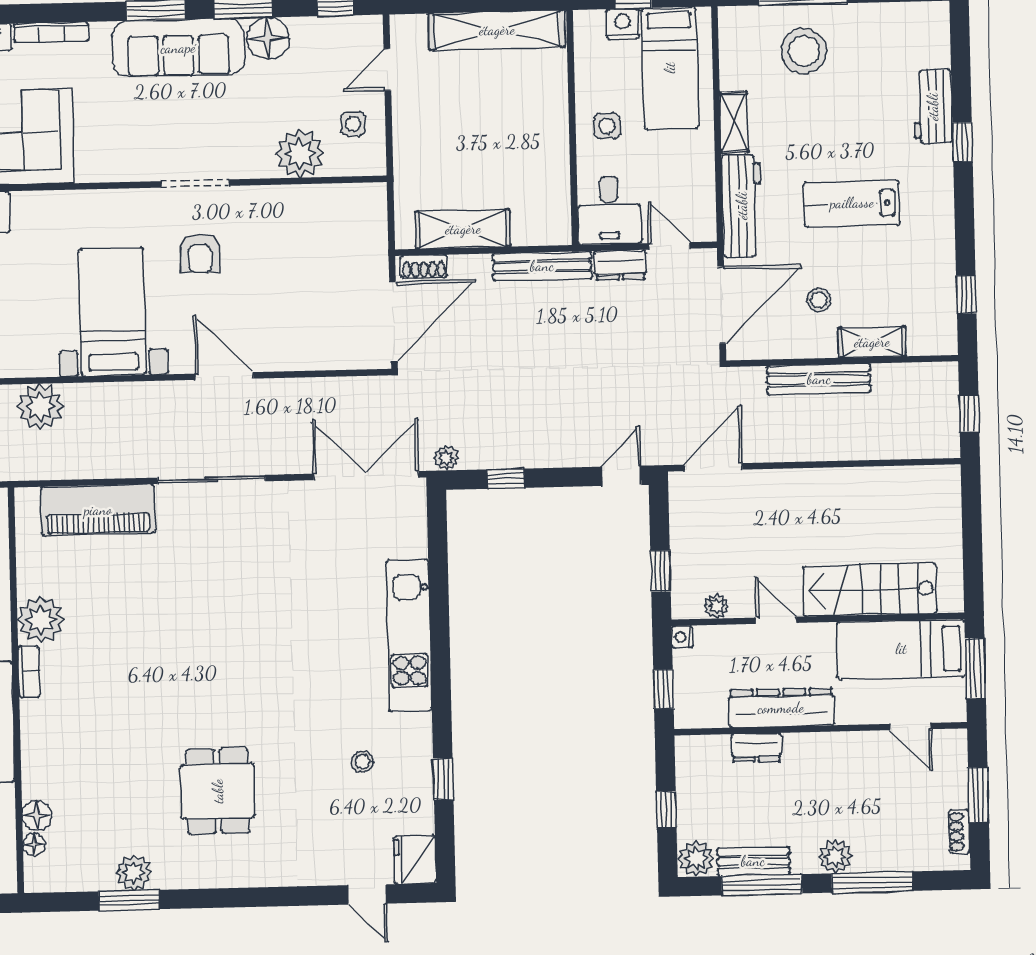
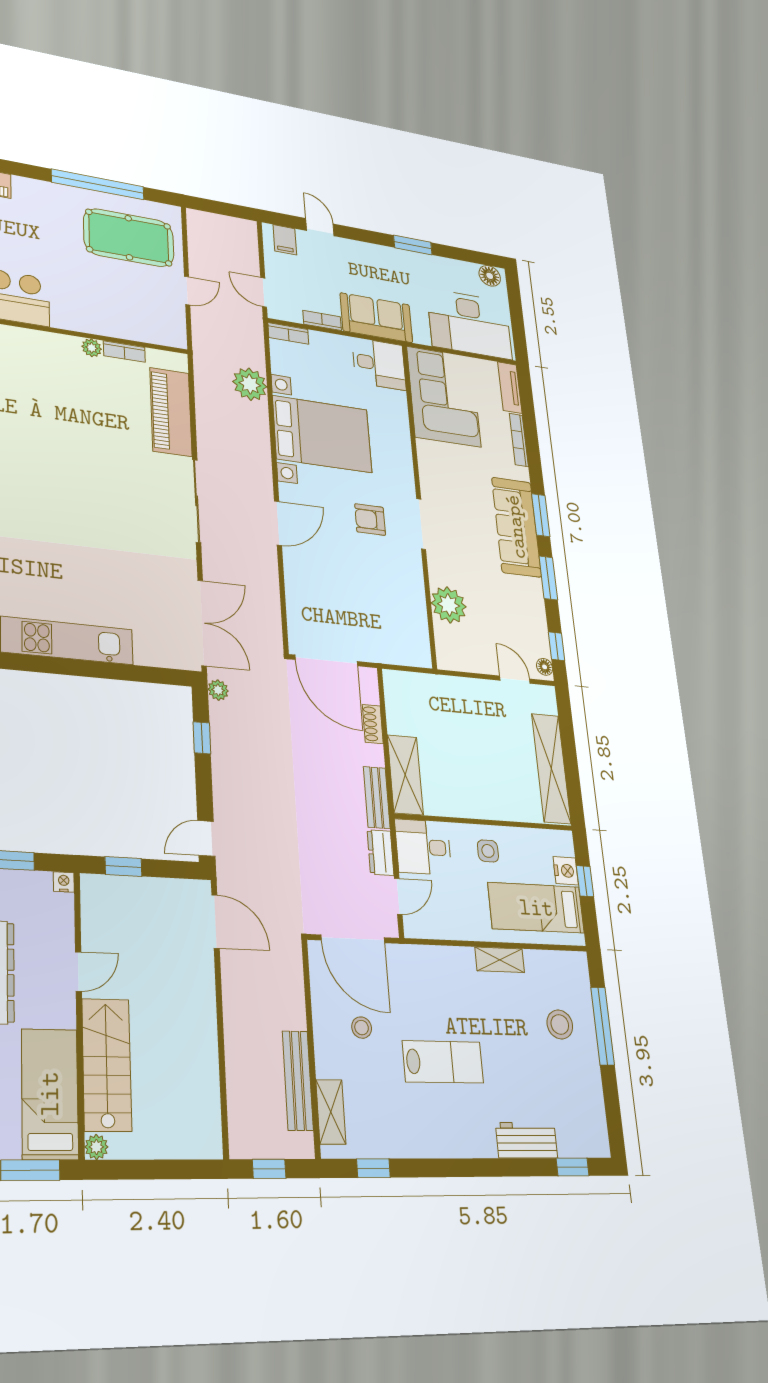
floor lamp: (268, 38) -> (545, 667), moved, width x0.53, depth x0.53
stool: (804, 51) -> (560, 1024), width x0.73, depth x0.73
side table: (353, 124) -> (473, 648), removed
window: (963, 142) -> (573, 1167), moved
lab bench: (852, 203) -> (443, 1062), turned 90
workbench: (742, 206) -> (434, 962), removed
shelving: (463, 229) -> (405, 775), moved
bench: (542, 266) -> (377, 798), width x0.73
shoe rack: (424, 267) -> (373, 724), moved
bed with nightstands: (112, 312) -> (322, 434), width x1.36
shelving: (872, 342) -> (331, 1112), moved
bench: (819, 379) -> (298, 1080), moved
door: (622, 476) -> (206, 838), swing flipped
plant: (716, 606) -> (96, 1147), moved
plant: (41, 620) -> (92, 348), width x0.53, depth x0.53
bookcase: (29, 672) -> (124, 352), moved

